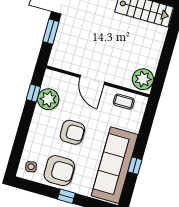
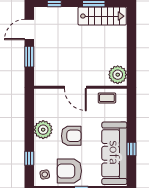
window: (33, 93) -> (29, 158), moved
plant: (48, 99) -> (43, 130), moved
armchair: (59, 171) -> (69, 171), turned 180

